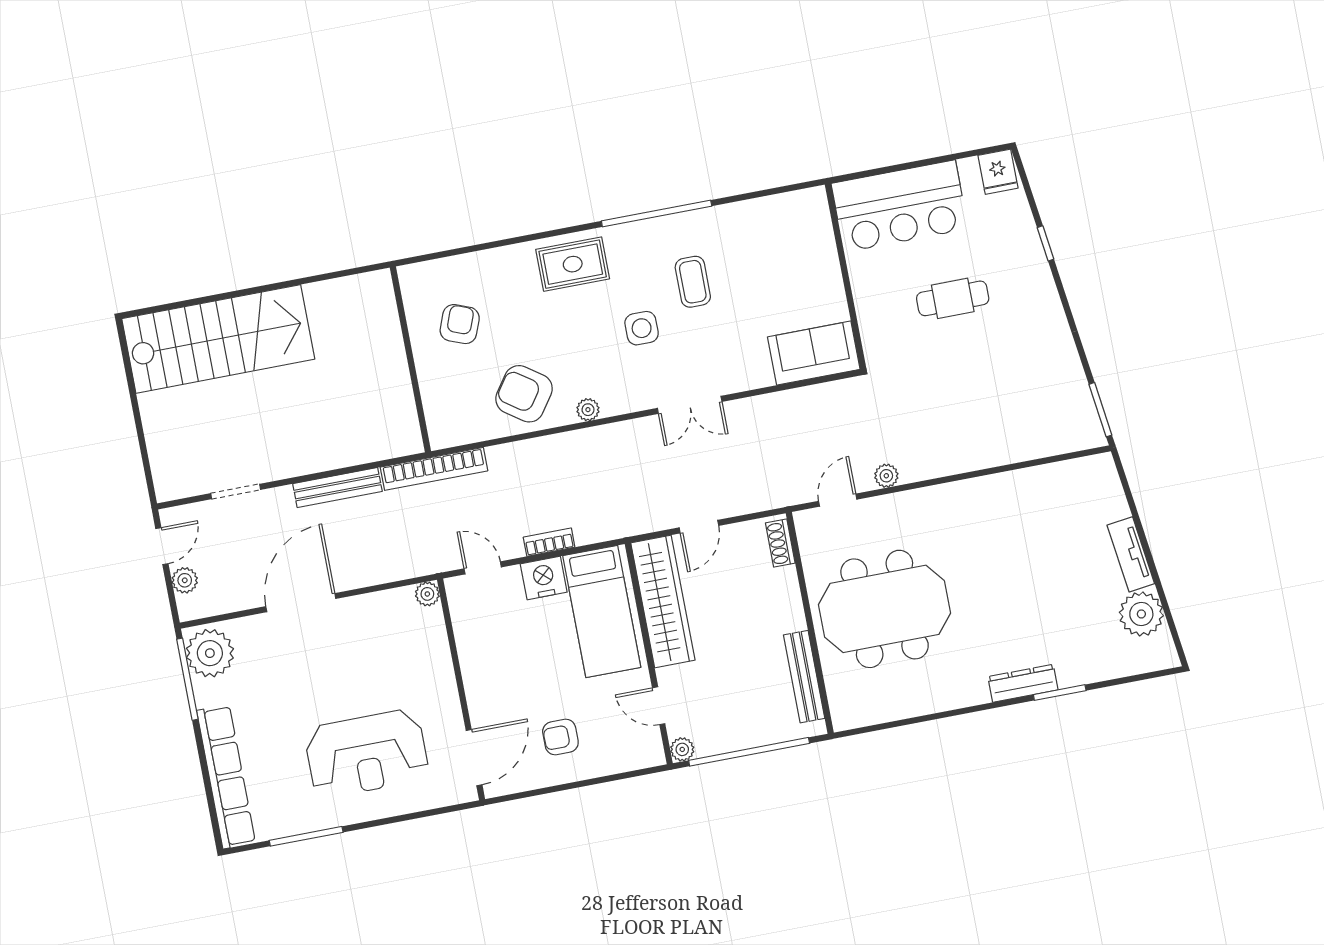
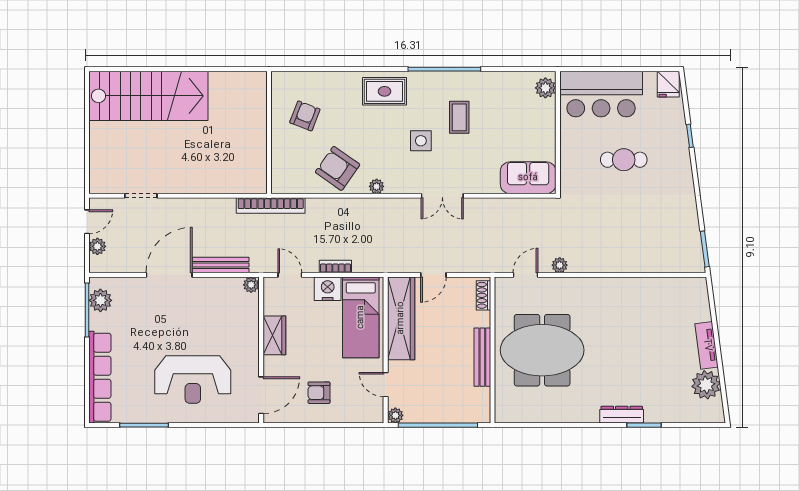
plant: (814, 213) -> (545, 88), added
bench: (337, 488) -> (221, 265), moved
plant: (210, 653) -> (100, 300), width x0.73, depth x0.73
wardrobe: (477, 664) -> (274, 335), added
bench: (804, 677) -> (482, 357), moved

